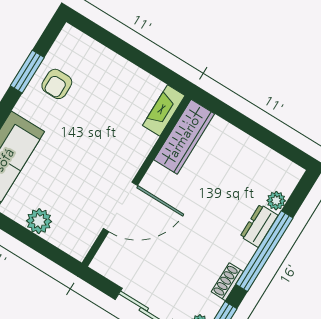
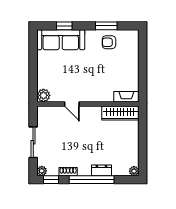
plant: (276, 201) -> (134, 171), moved
door: (120, 207) -> (72, 104), width x0.53
plant: (39, 221) -> (43, 95), moved

